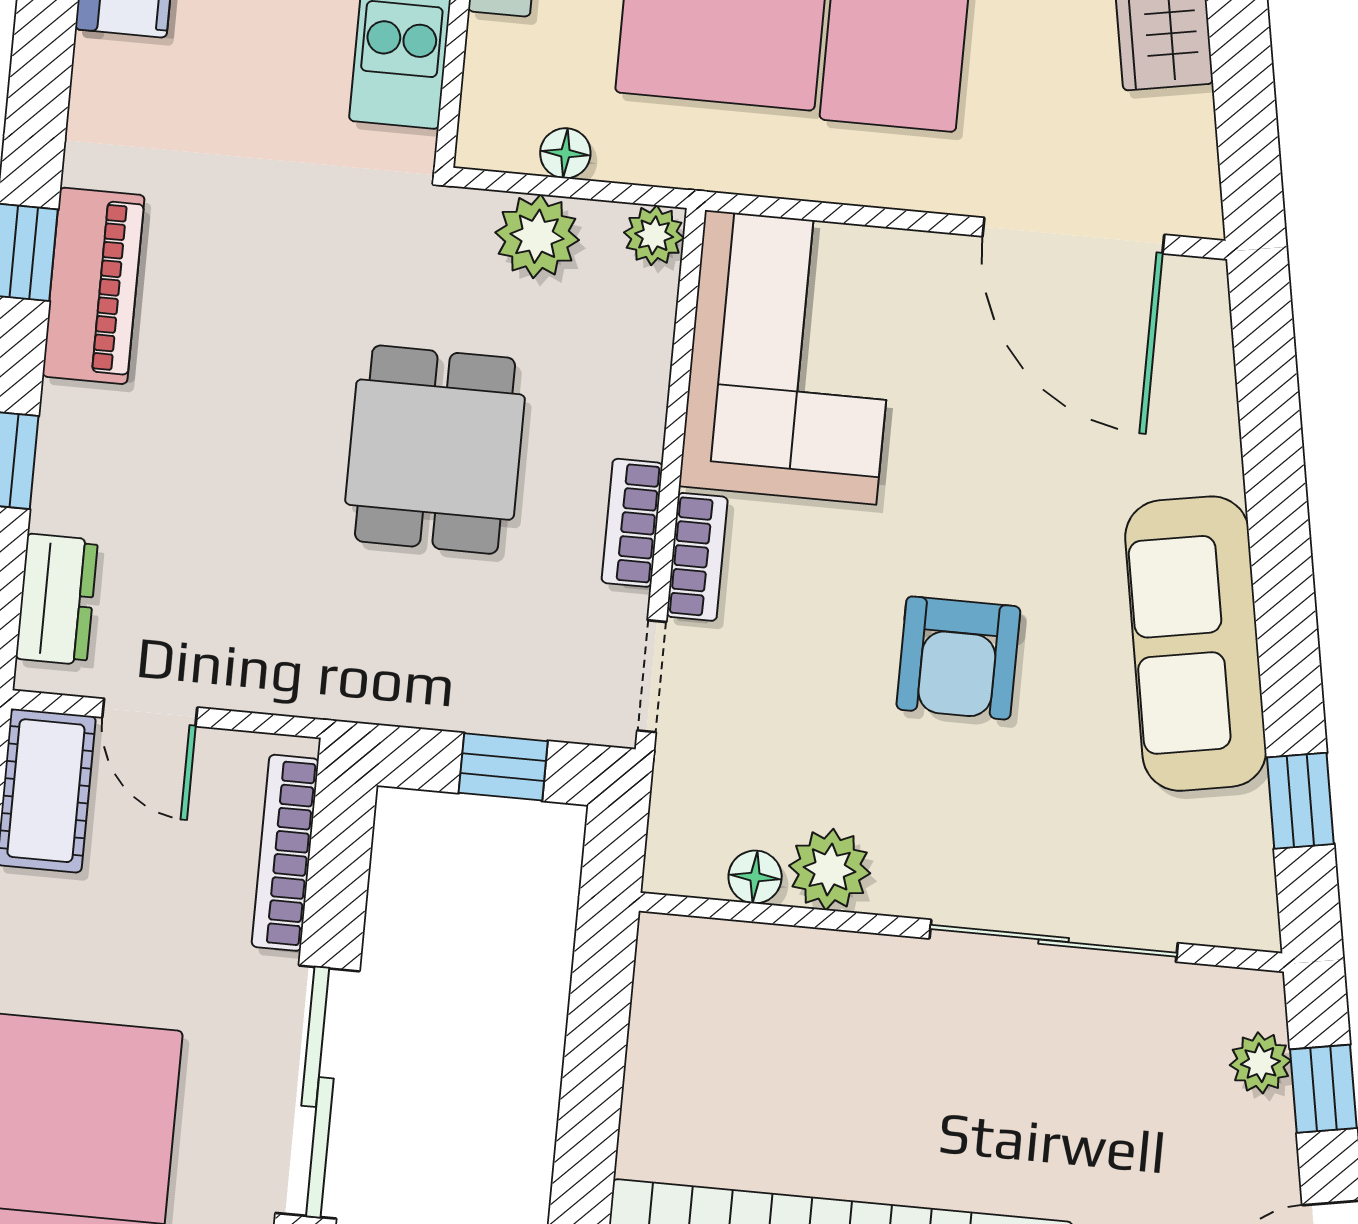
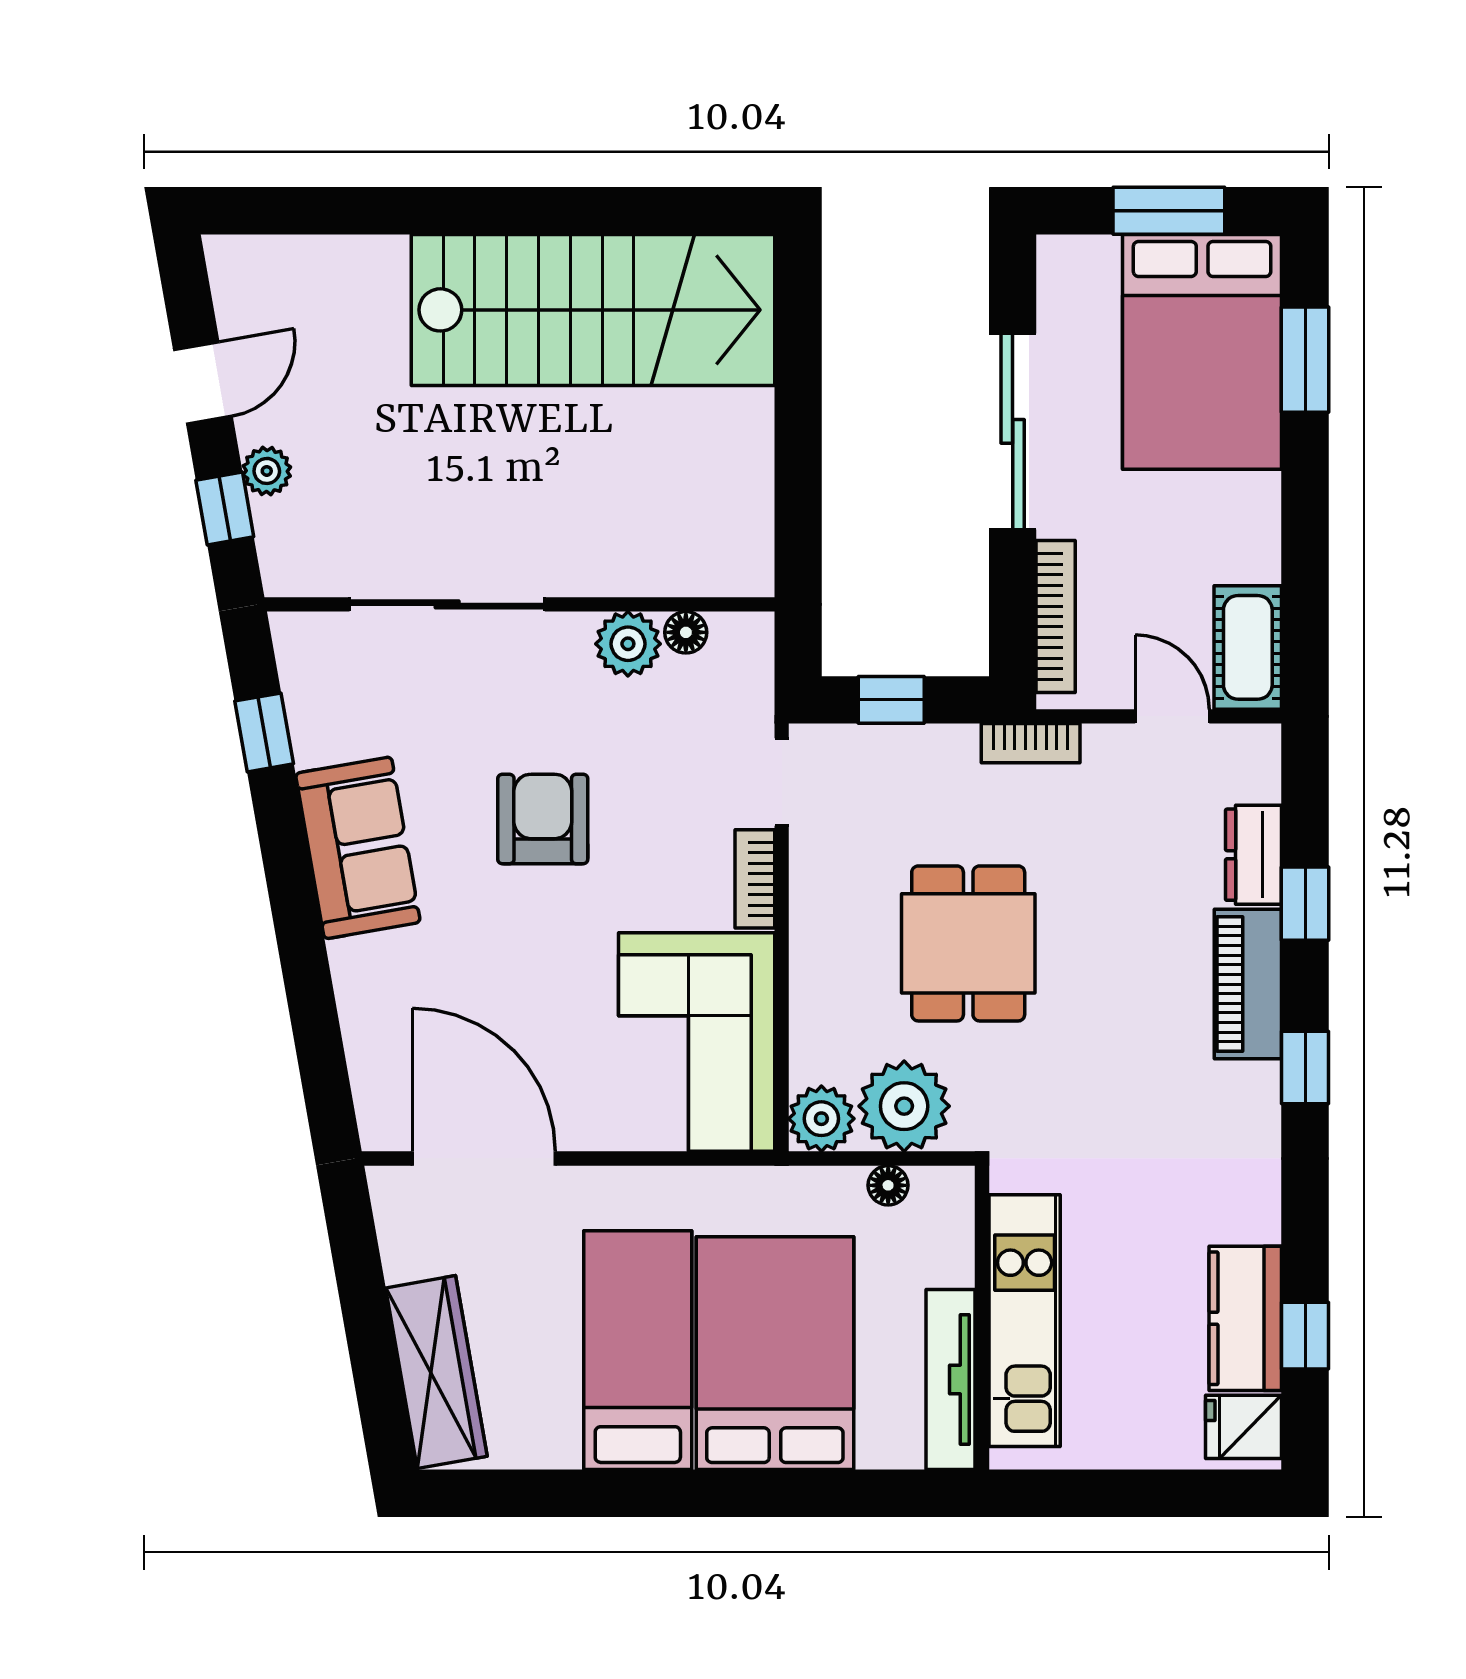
plant: (654, 235) -> (821, 1119), width x1.38, depth x1.38
plant: (537, 236) -> (904, 1106), width x1.36, depth x1.36
piano: (93, 286) -> (1248, 984), moved
bookcase: (632, 523) -> (1031, 743), moved, turned 90
dresser: (57, 599) -> (1253, 855), moved
sofa: (1196, 644) -> (358, 848), width x0.73
plant: (1260, 1063) -> (267, 471), moved

